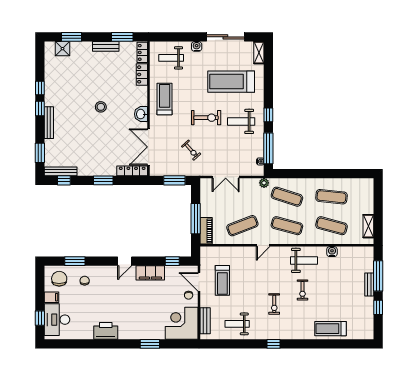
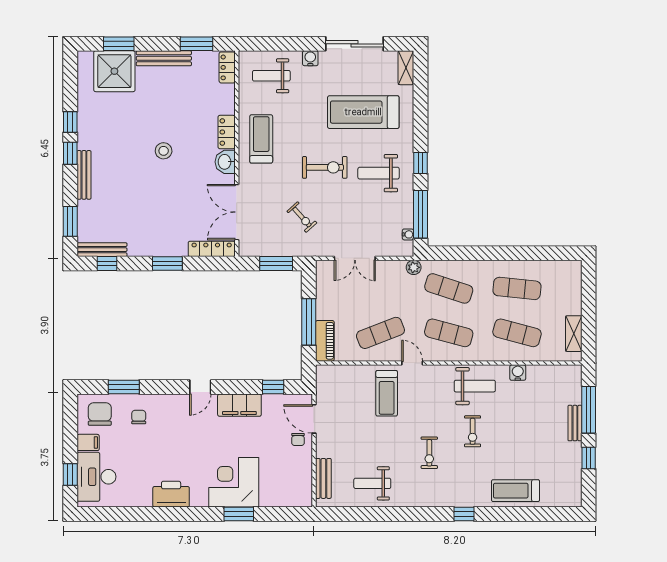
bench: (106, 46) -> (164, 58), width x1.36
shower: (63, 49) -> (114, 71), width x1.86, depth x1.86
locker: (142, 74) -> (227, 132), moved
door: (263, 245) -> (412, 363), swing flipped
treadmill: (222, 280) -> (387, 393), moved
corner desk: (182, 323) -> (234, 482), moved
window: (274, 344) -> (464, 514), moved

